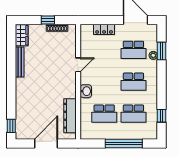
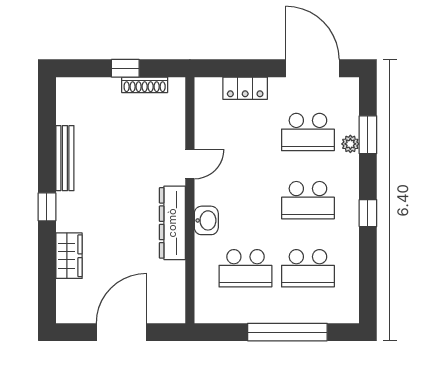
wardrobe: (22, 35) -> (69, 256), moved
dresser: (70, 116) -> (172, 223), moved
window: (162, 116) -> (368, 213), moved
window: (11, 126) -> (47, 207), moved

